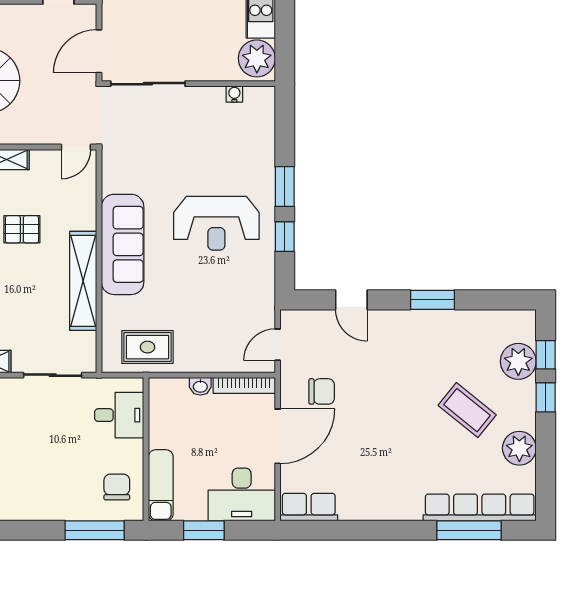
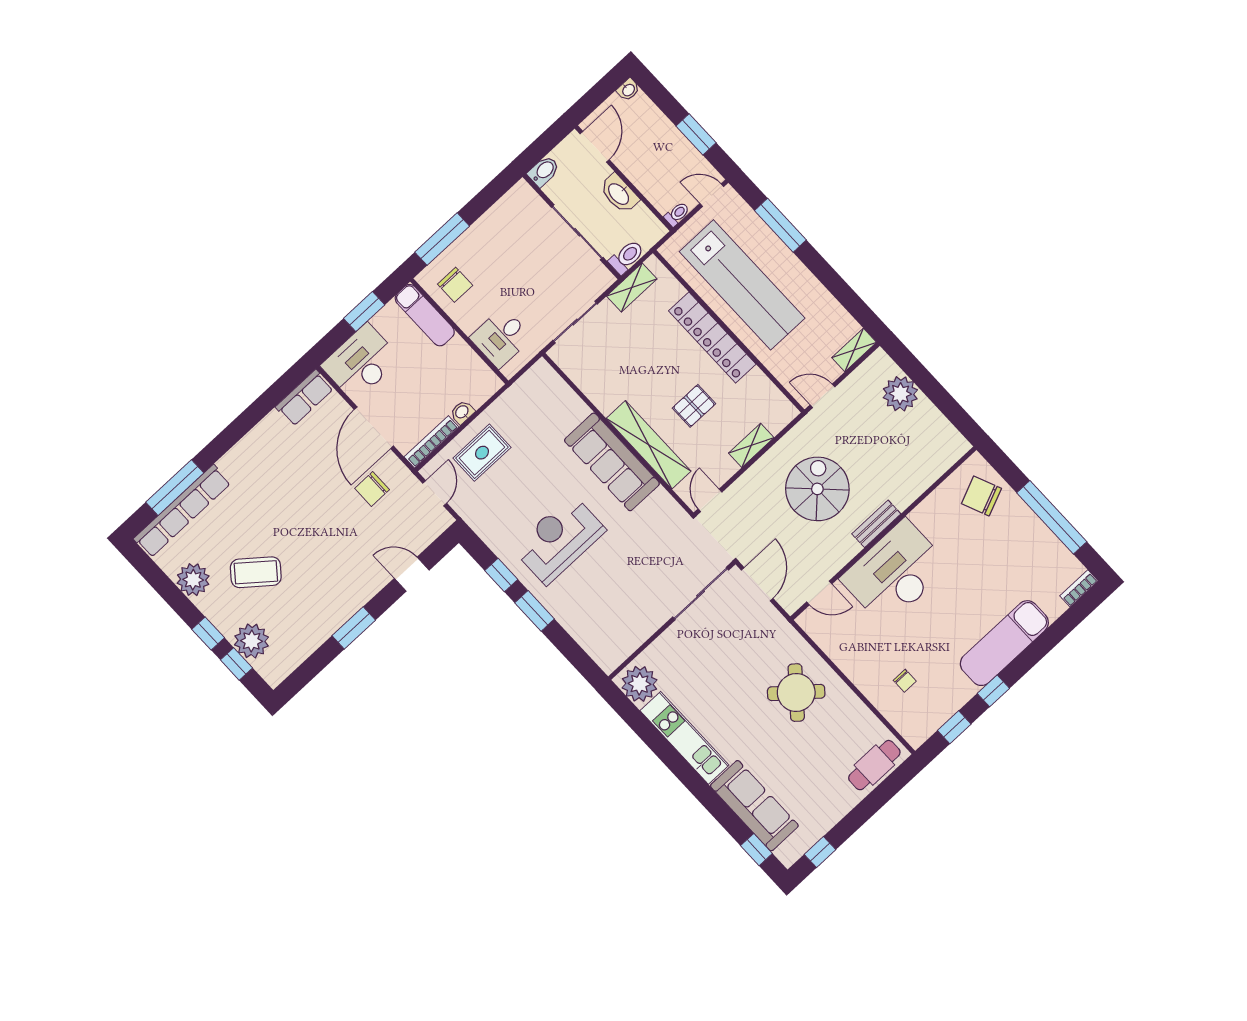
water cooler: (234, 94) -> (632, 643), removed
shelving: (83, 281) -> (649, 445), moved
rug: (147, 347) -> (482, 453), moved

